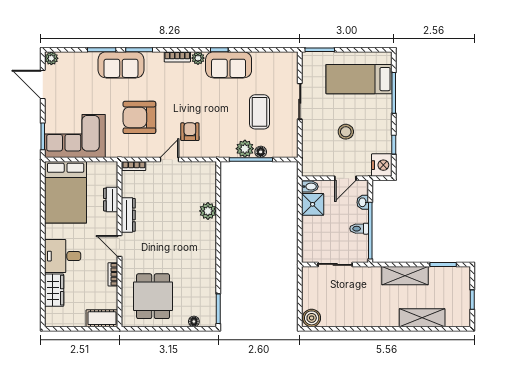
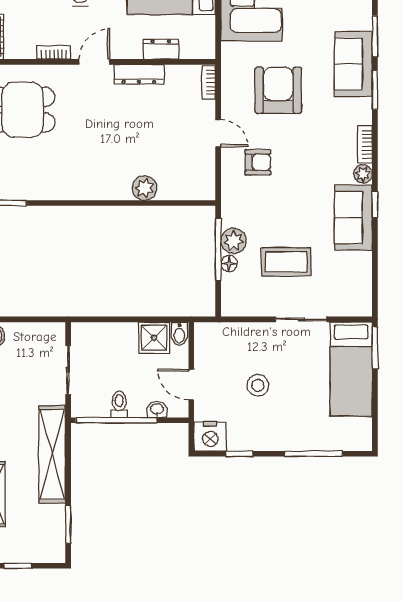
bed: (359, 79) -> (351, 369), moved, turned 180
shelving: (405, 276) -> (52, 454), width x1.47

